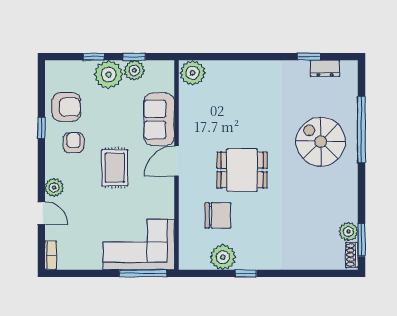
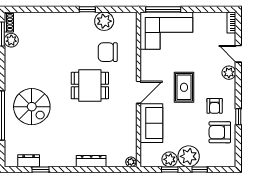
dresser: (240, 68) -> (91, 161), added
plant: (193, 73) -> (131, 162), width x0.53, depth x0.53

